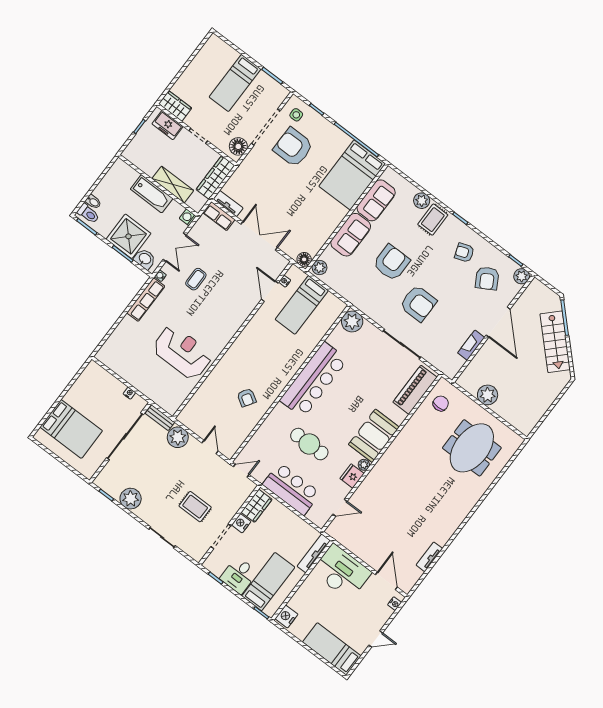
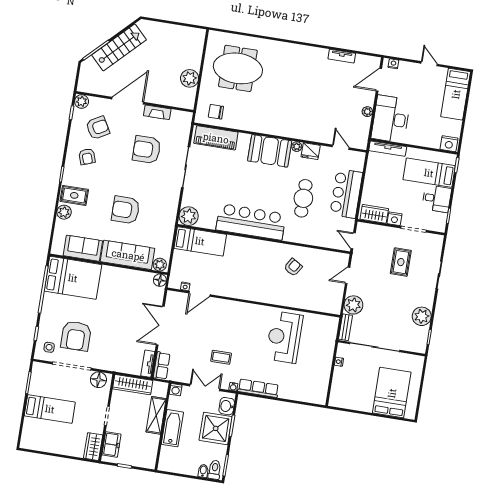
sofa: (351, 235) -> (128, 255), width x1.36
armchair: (418, 303) -> (147, 150), moved, turned -90
bed: (302, 305) -> (200, 241), moved
plant: (361, 553) -> (367, 112), added

